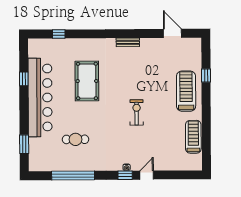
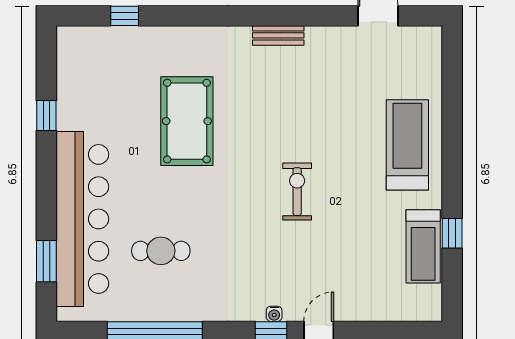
window: (206, 75) -> (452, 233), moved
bar counter: (40, 98) -> (82, 219), moved
treadmill: (193, 137) -> (423, 246), turned 180

